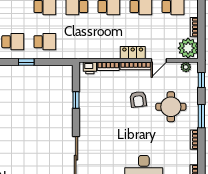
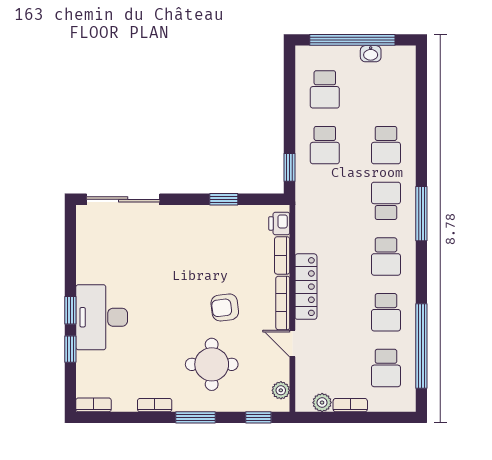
plant: (188, 48) -> (322, 403), width x0.53, depth x0.53
locker: (133, 53) -> (306, 287), width x1.53
window: (26, 62) -> (289, 167), moved

